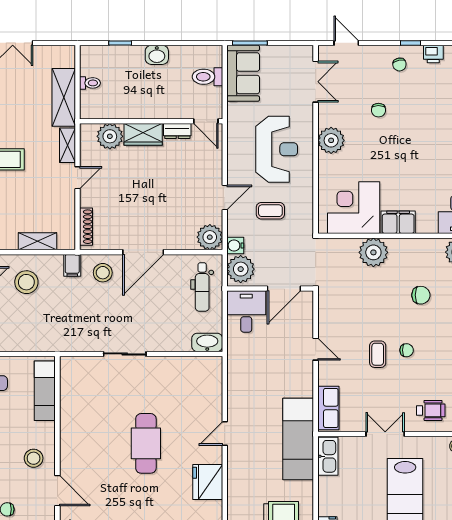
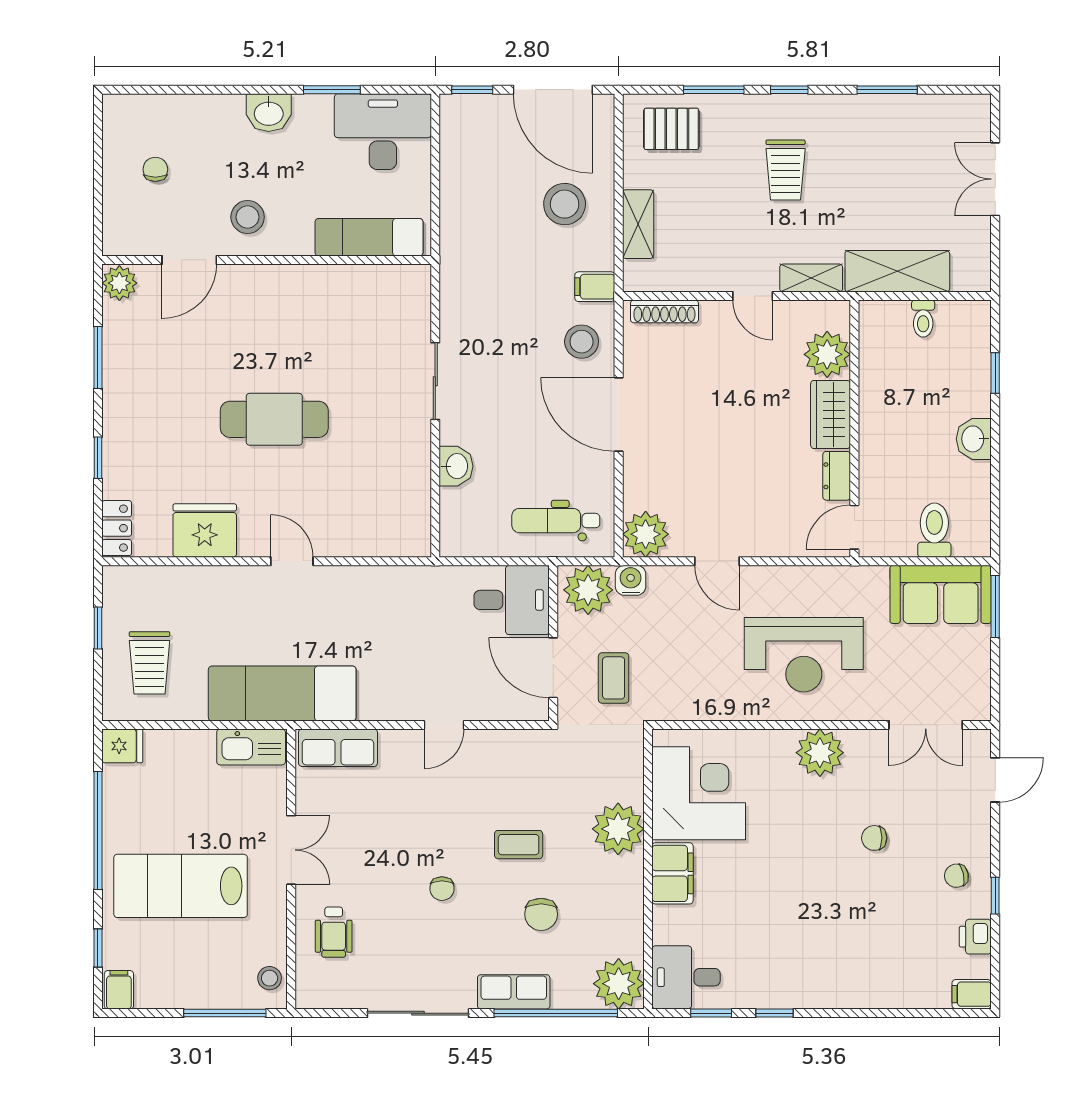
coffee table: (270, 211) -> (614, 678), moved
washbasin: (207, 342) -> (456, 466), moved, width x0.72
coffee table: (378, 354) -> (519, 845), moved

